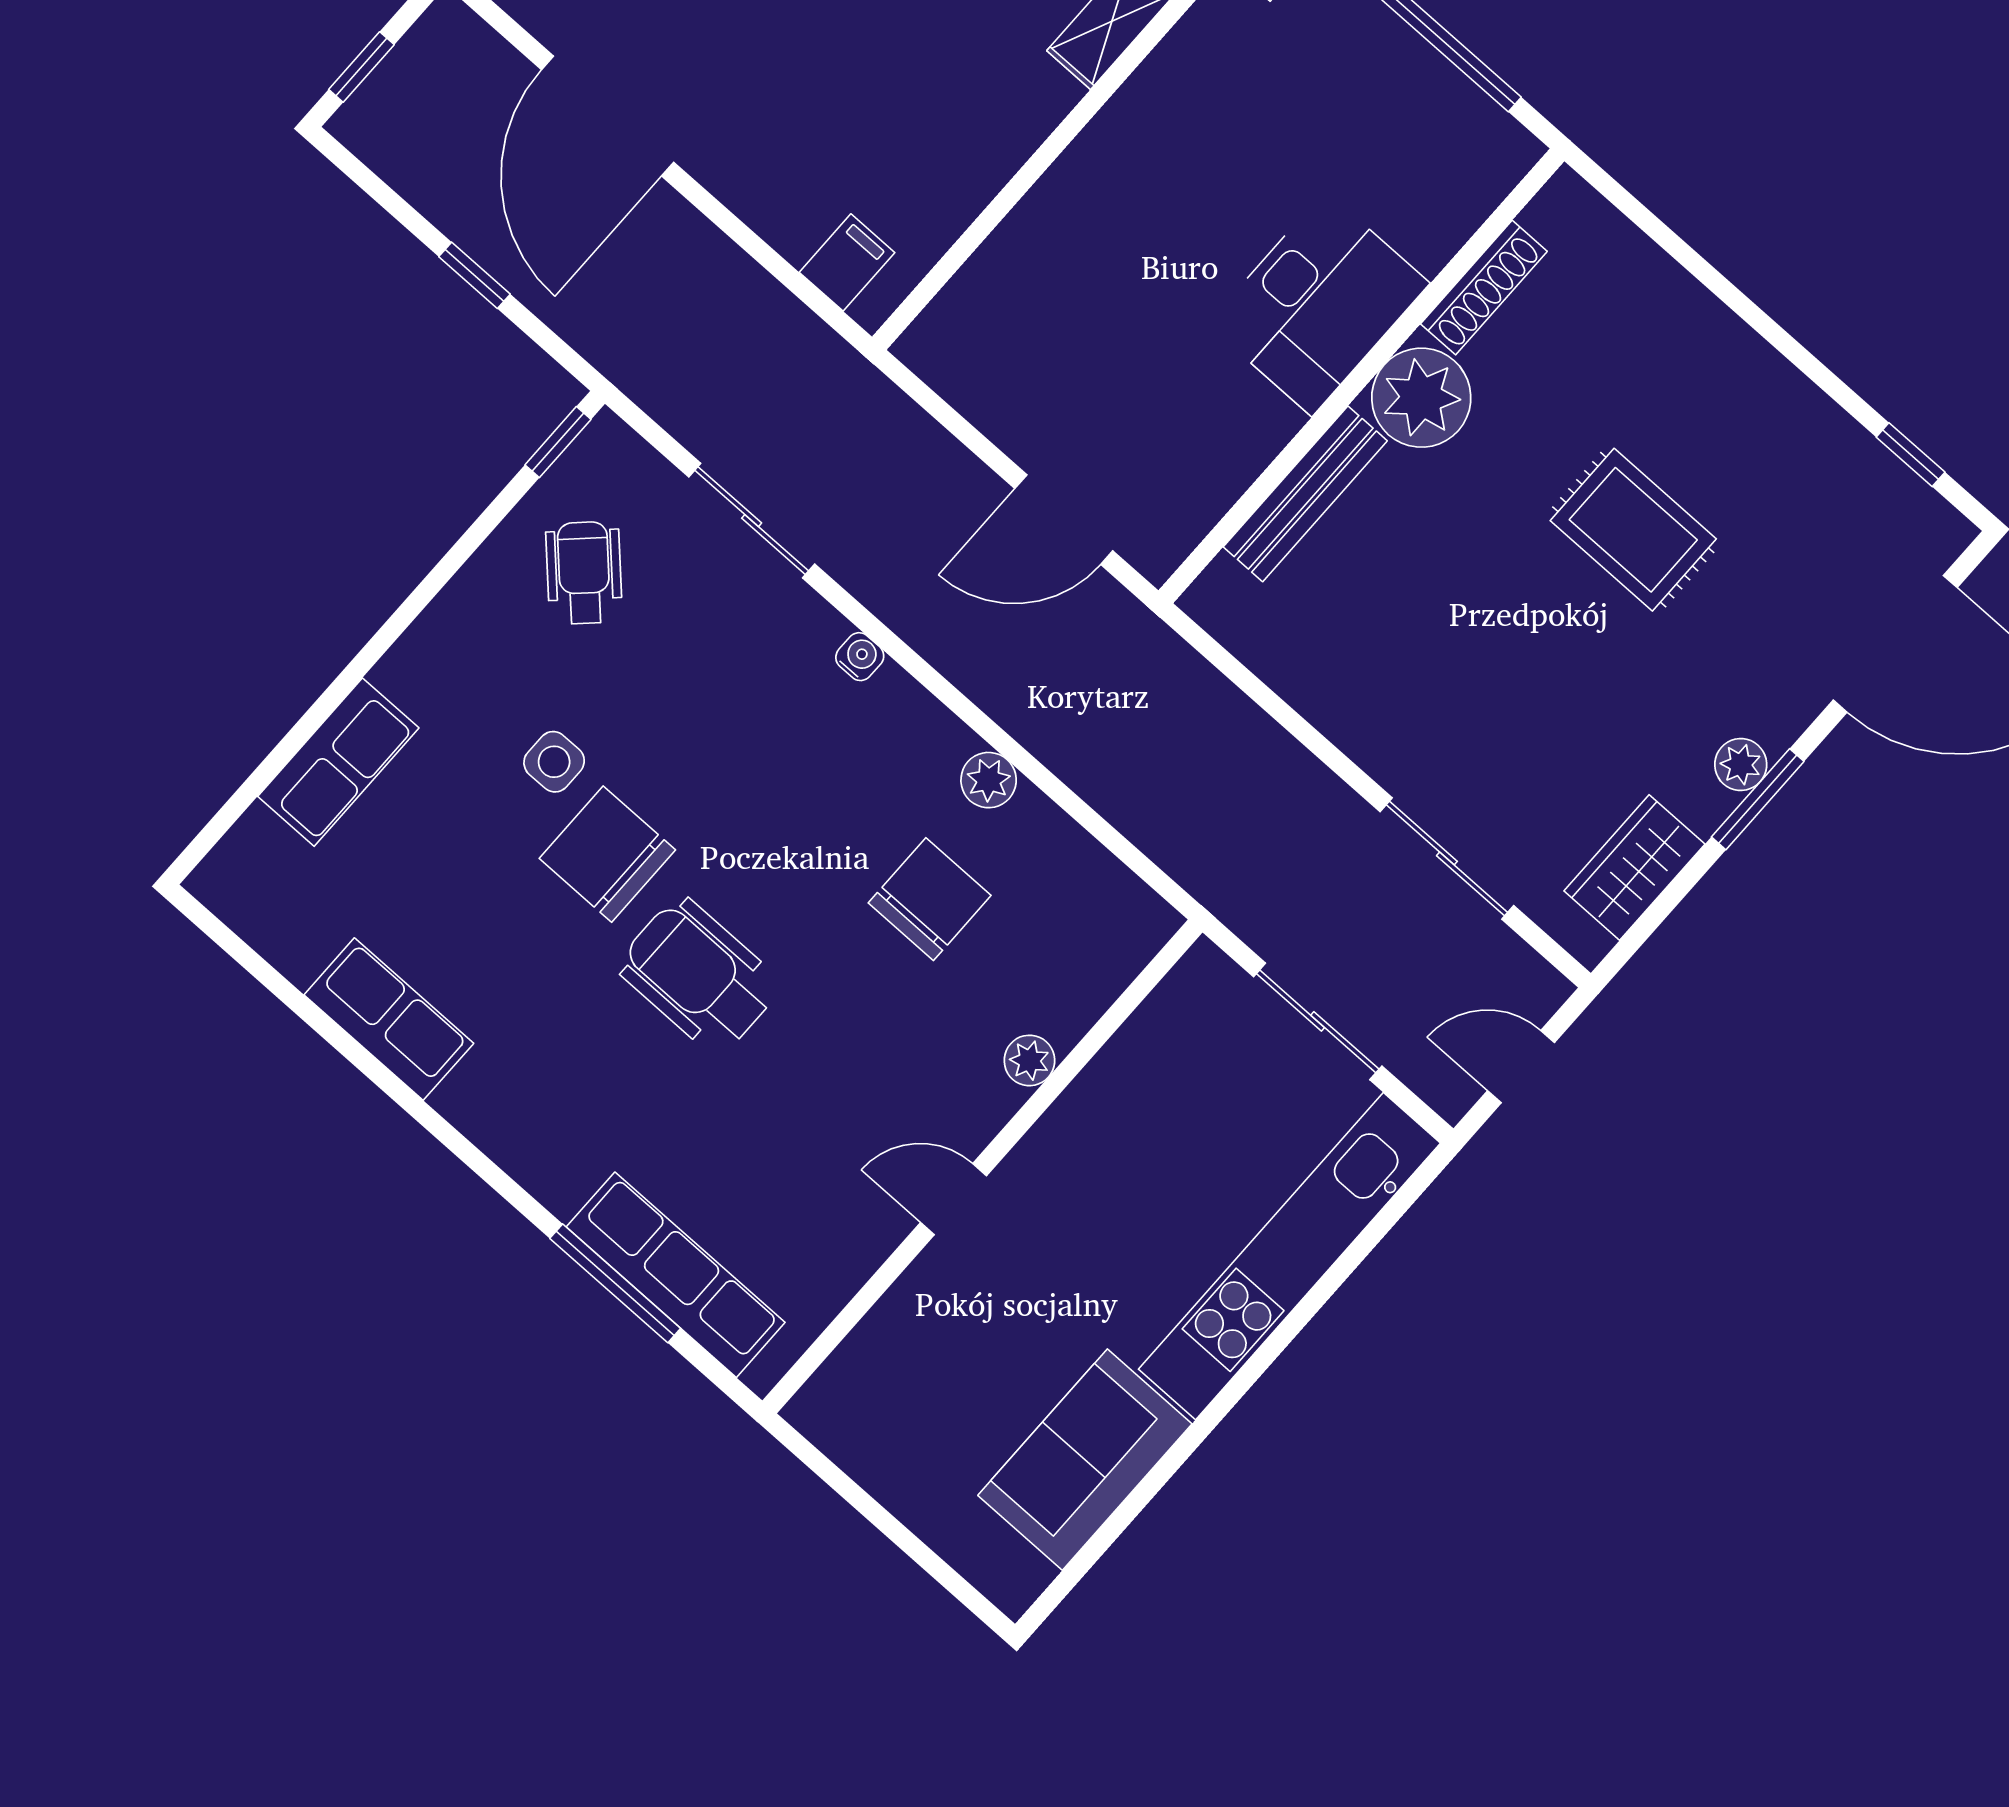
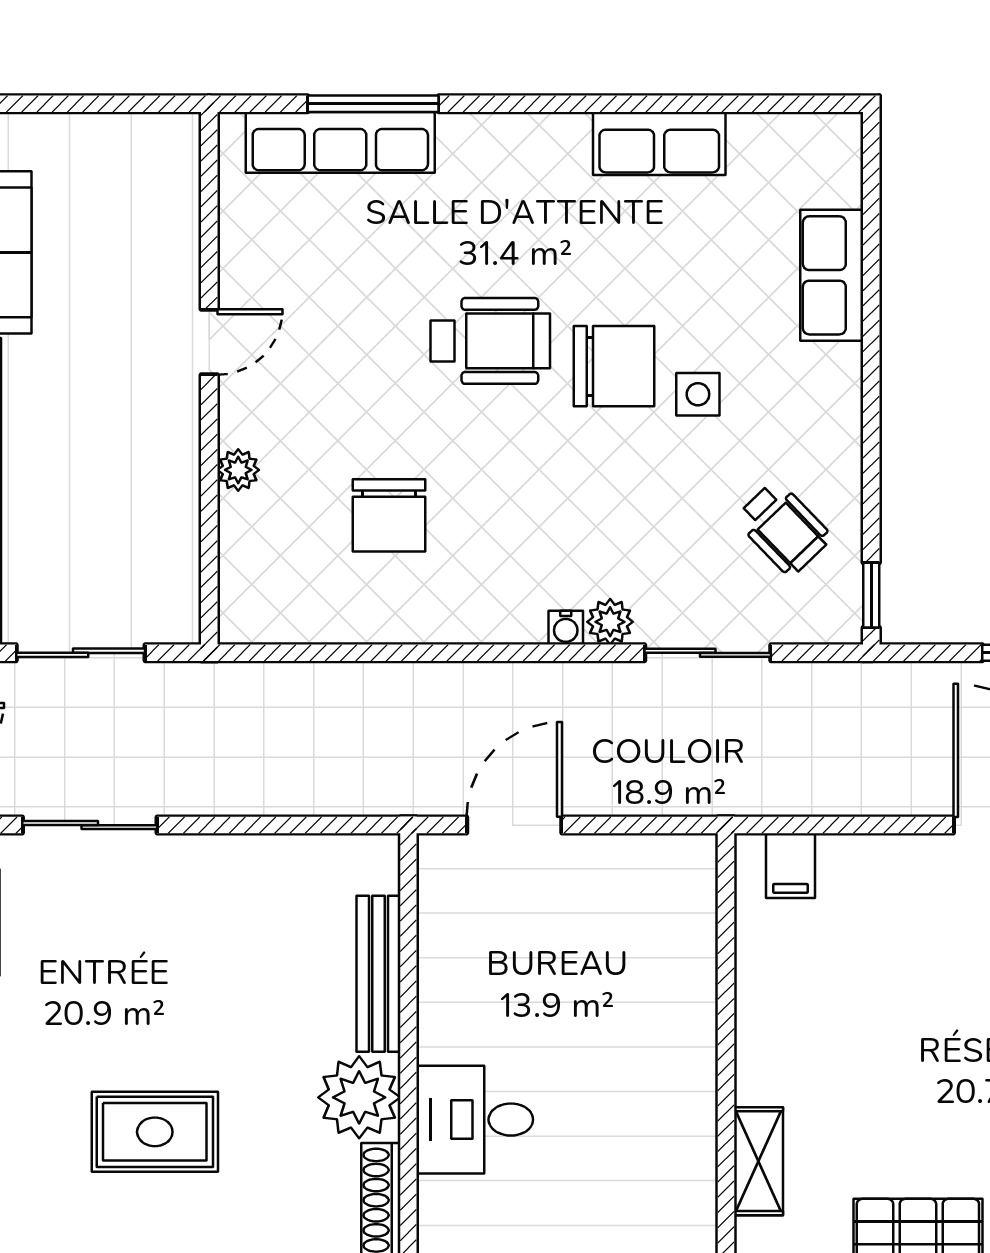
desk: (1319, 304) -> (475, 1120), width x0.73
plant: (989, 780) -> (610, 622), moved

